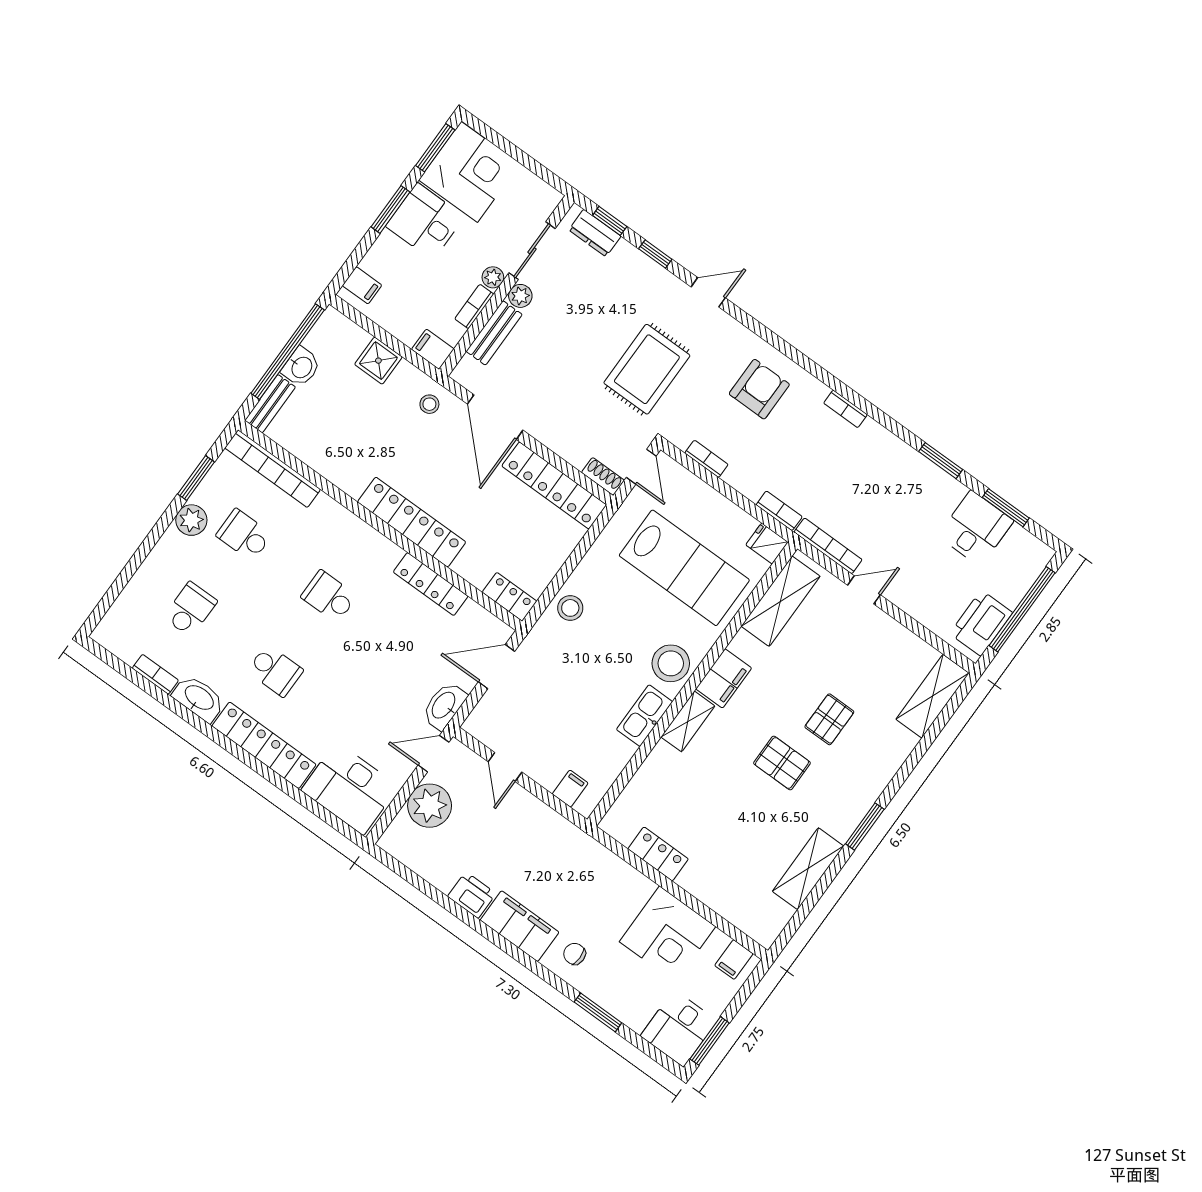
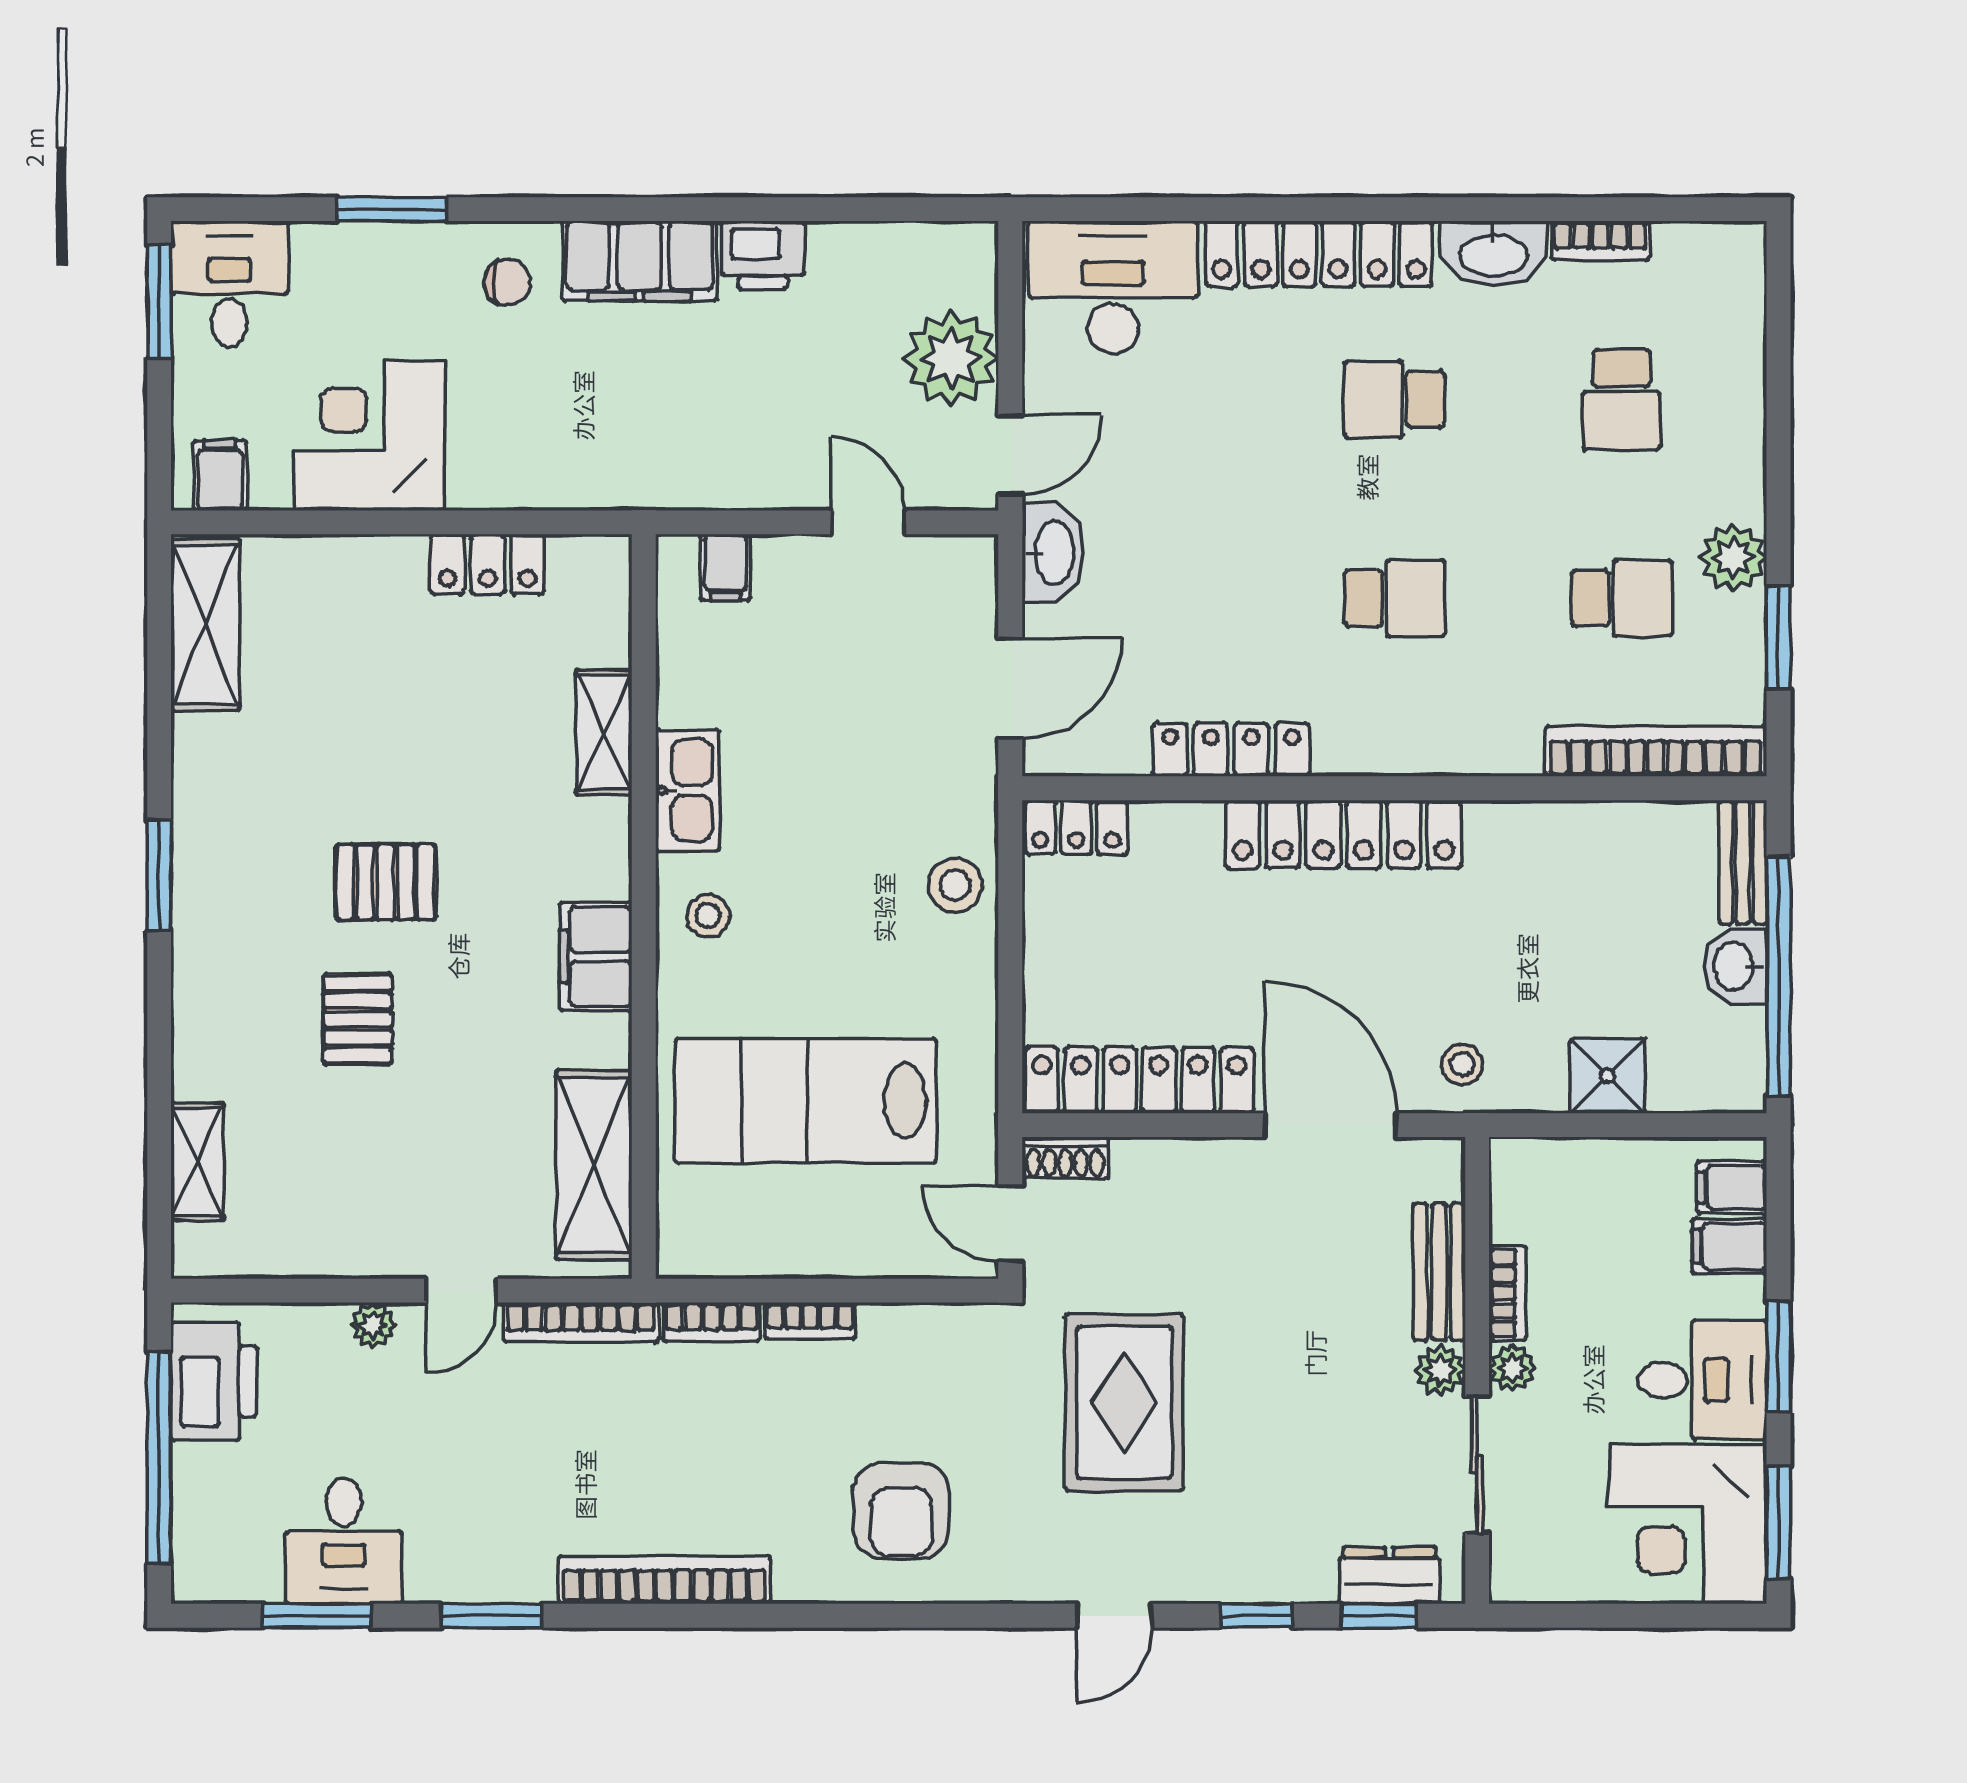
filing cabinet: (433, 349) -> (1729, 1246), moved, turned 180
bookcase: (845, 409) -> (664, 1580), width x2.31, depth x1.31
bookcase: (706, 459) -> (810, 1321), moved
fridge: (767, 543) -> (691, 1249), removed
plant: (906, 601) -> (373, 1325), added
stool: (671, 663) -> (708, 916), width x0.53, depth x0.53
shelving: (932, 696) -> (197, 1162), width x0.67, depth x0.75
shelving: (688, 721) -> (604, 732), moved
shelving: (808, 869) -> (205, 624), moved

